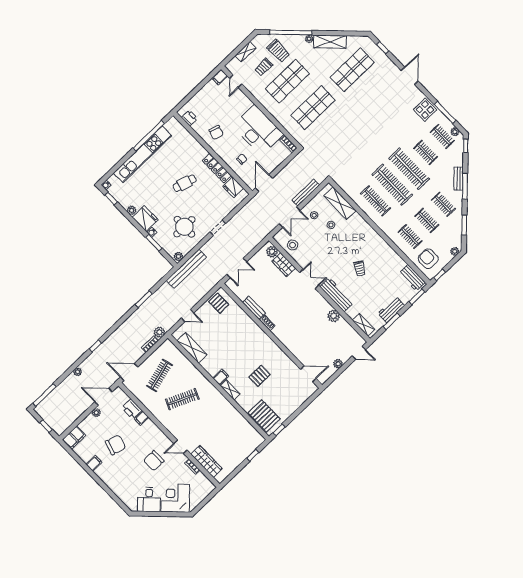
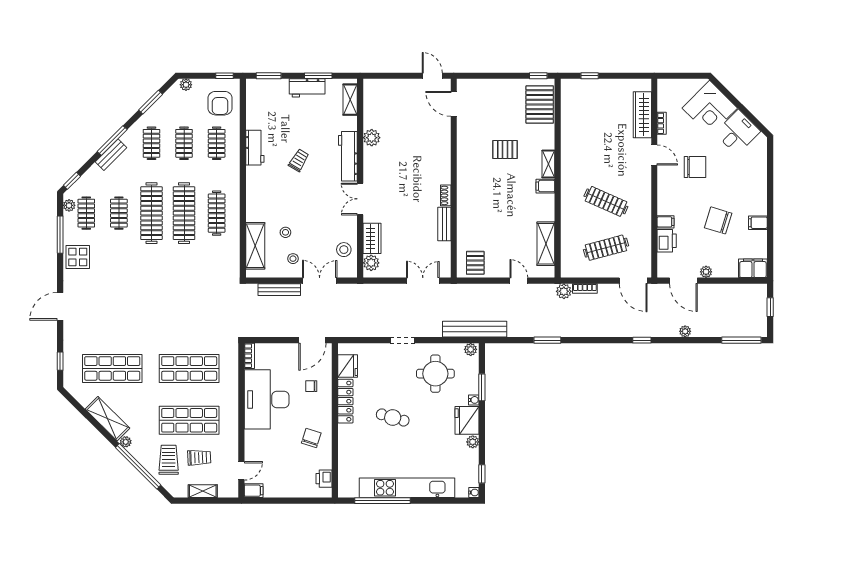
workbench: (412, 278) -> (255, 148), moved
door: (359, 353) -> (432, 76), moved
plant: (338, 364) -> (414, 85), removed

